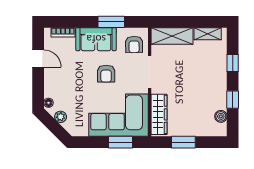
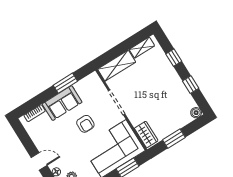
armchair: (134, 44) -> (93, 89), removed
door: (38, 58) -> (39, 161), moved
wardrobe: (159, 114) -> (146, 134), width x0.67
boiler: (221, 116) -> (196, 113), moved

